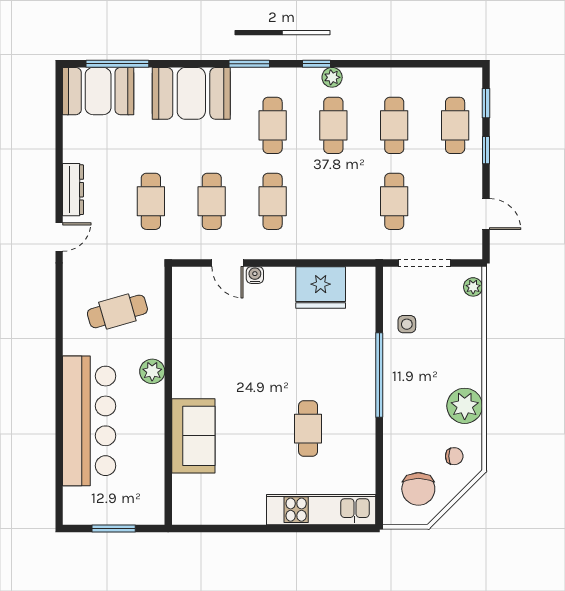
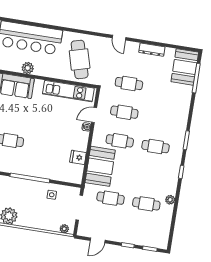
plant: (332, 77) -> (170, 200), moved
booth: (191, 93) -> (100, 166), moved
cafe table: (333, 125) -> (151, 175), removed
cafe table: (455, 125) -> (142, 233), removed
dresser: (73, 190) -> (152, 50), moved
fridge: (321, 287) -> (78, 157), width x0.53, depth x0.75
cafe table: (117, 311) -> (80, 59), width x1.37, depth x1.35
kitchen unit: (187, 324) -> (68, 91), added
plant: (152, 371) -> (28, 68), moved

